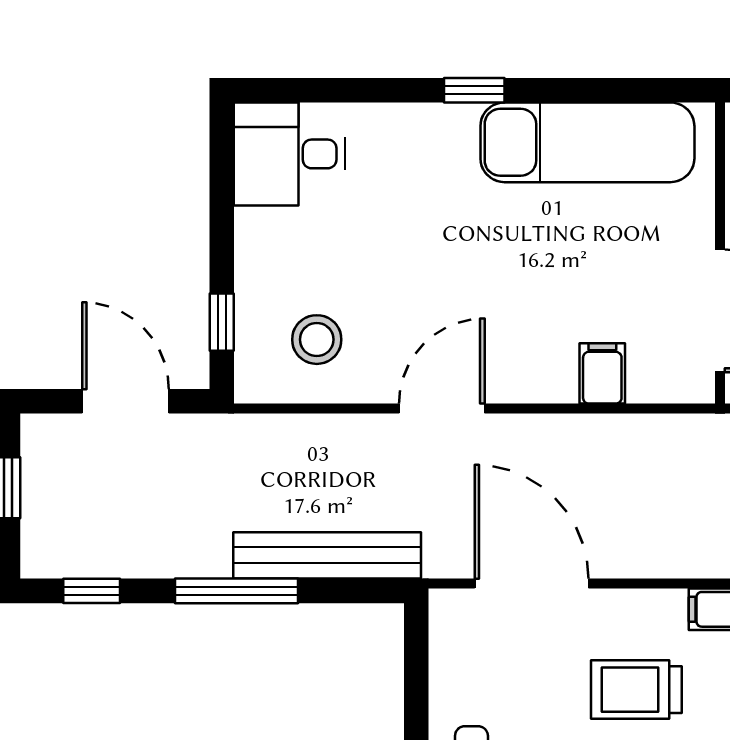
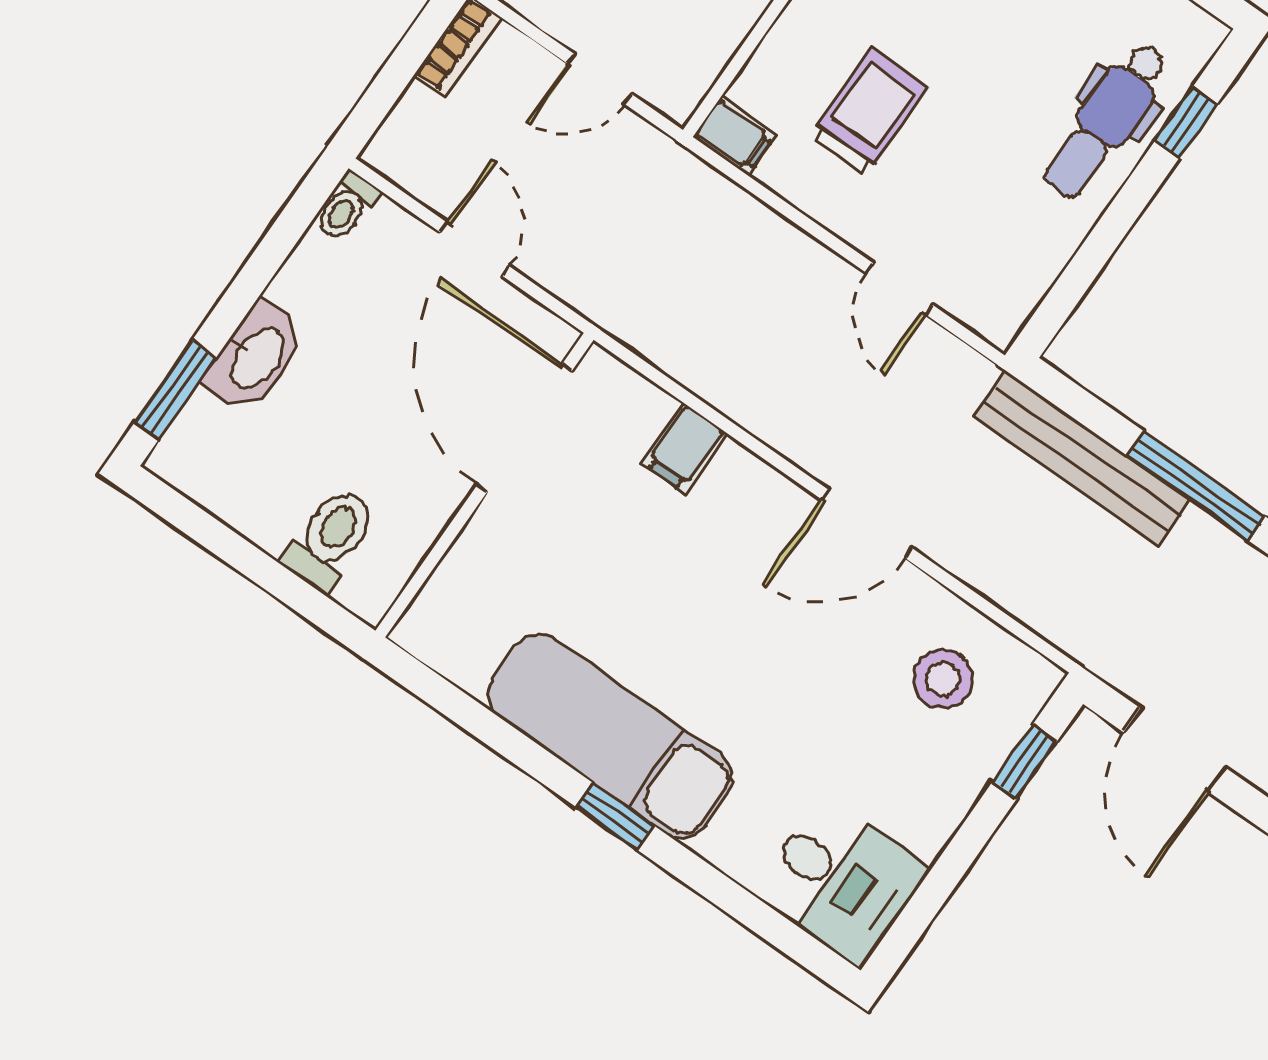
exam couch: (587, 142) -> (610, 736), moved
door: (532, 584) -> (899, 289), width x0.53
trolley: (636, 690) -> (869, 112), turned -90

